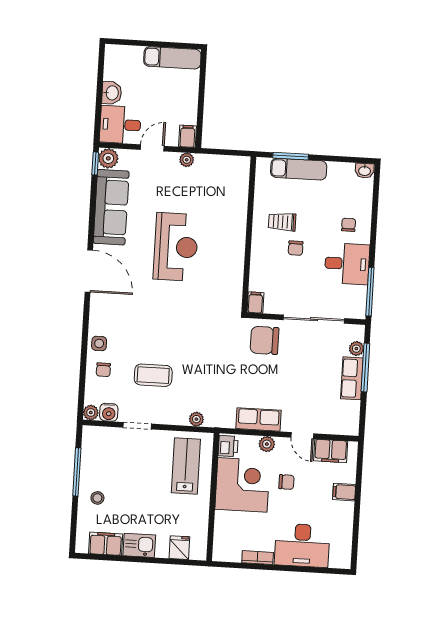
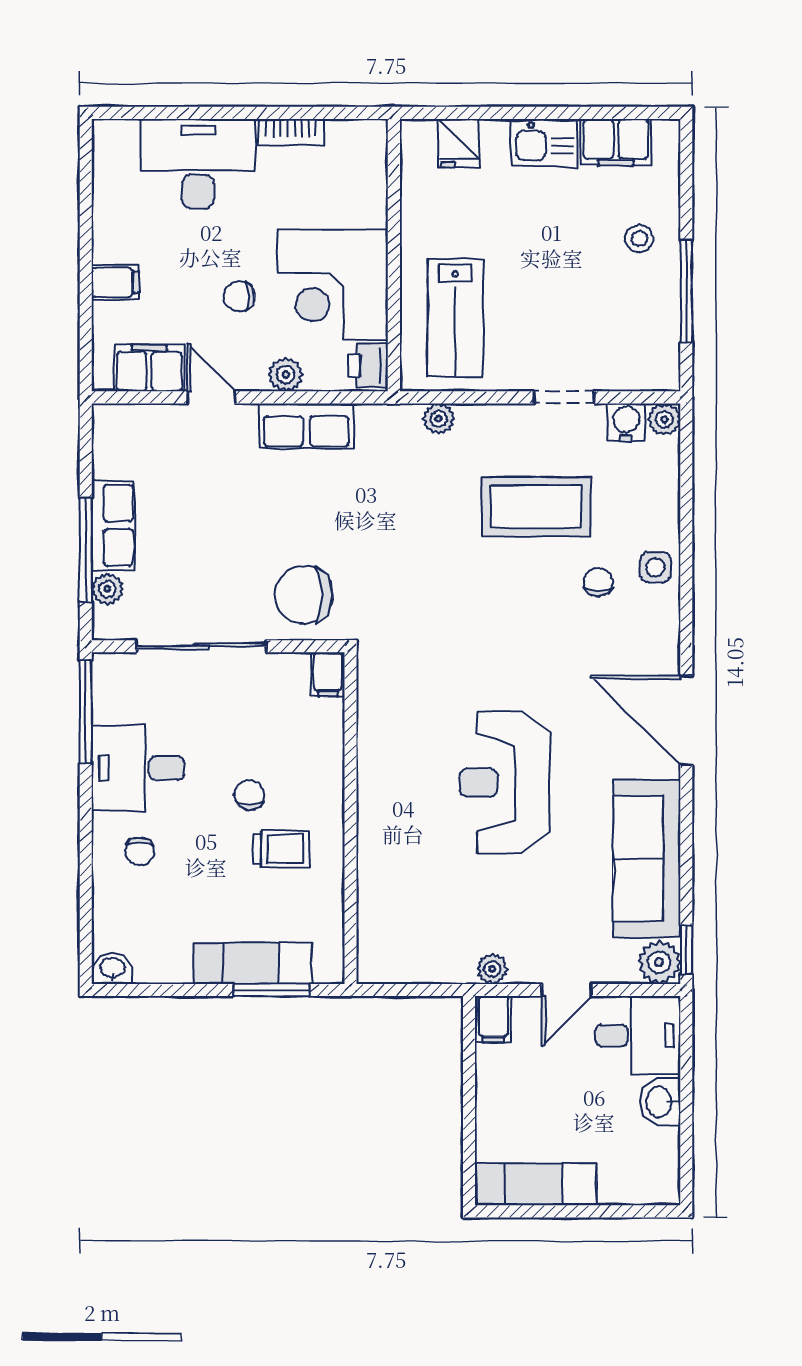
chair: (265, 340) -> (304, 595), turned 180
chair: (103, 370) -> (598, 582), moved
coffee table: (153, 375) -> (536, 507), width x1.36, depth x1.32

